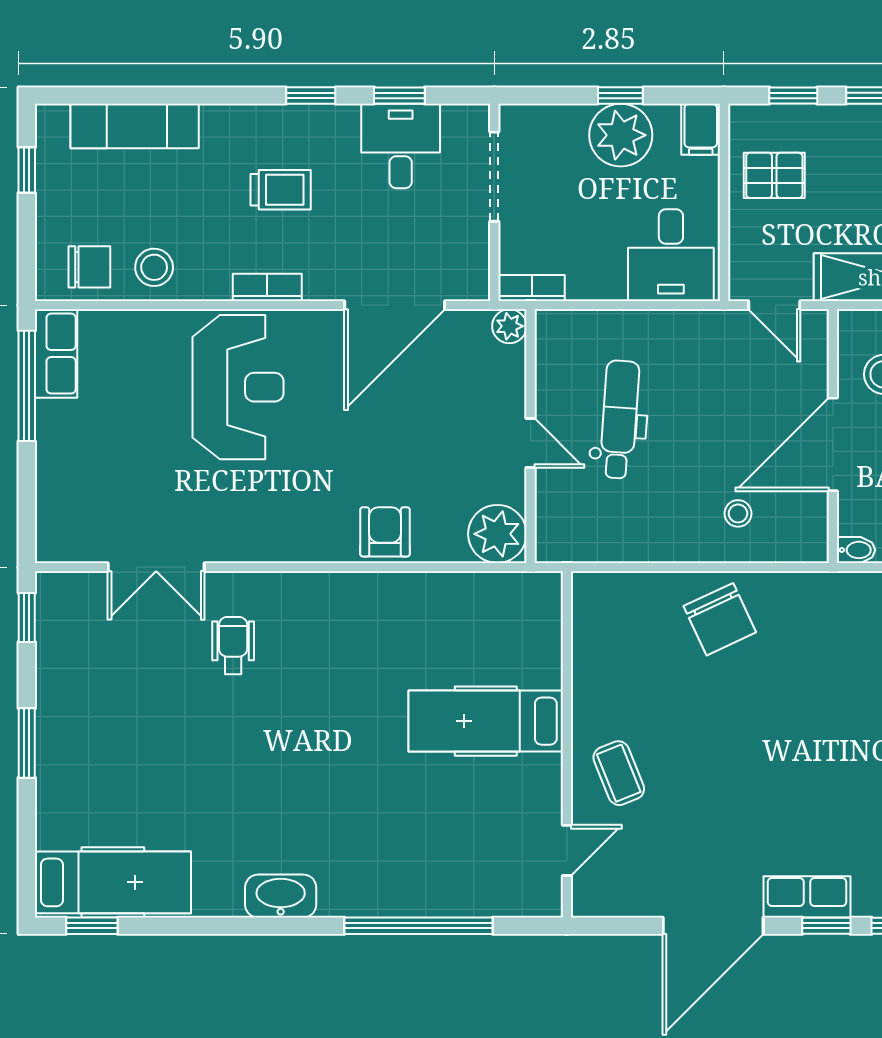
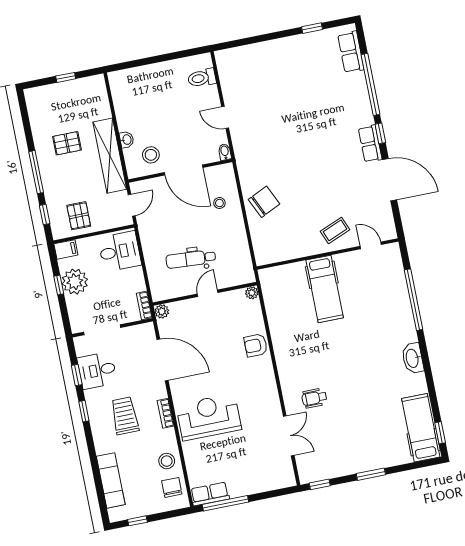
trolley: (281, 190) -> (125, 416), width x1.36, depth x1.39
plant: (497, 534) -> (252, 293), width x0.53, depth x0.53

